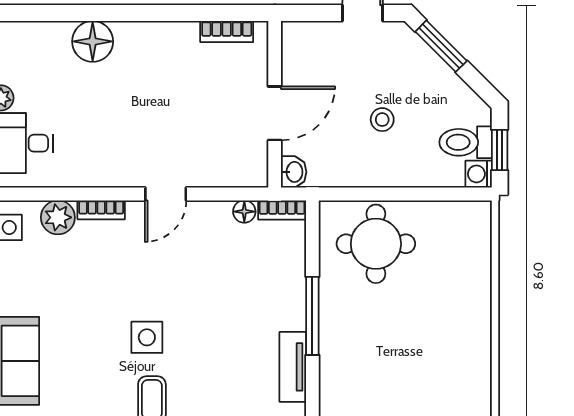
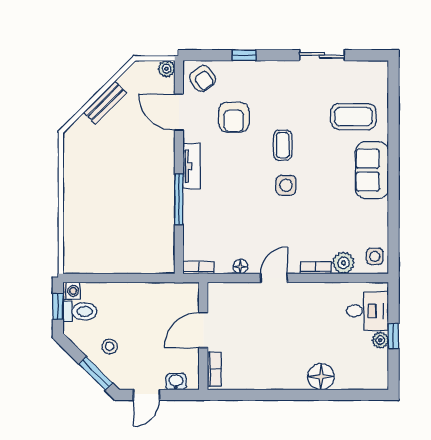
bookcase: (227, 32) -> (214, 369), moved, turned 90
stool: (382, 120) -> (110, 346), moved
washbasin: (294, 172) -> (176, 382), moved, turned 90
floor lamp: (244, 212) -> (240, 267), moved
round table: (376, 244) -> (138, 246), removed

